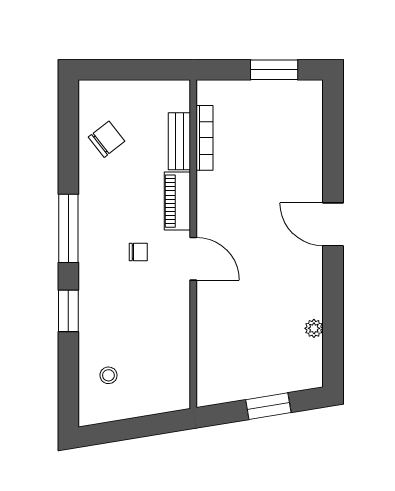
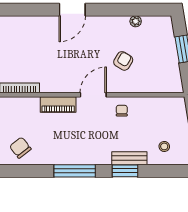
bench: (179, 141) -> (129, 158), moved
chair: (138, 252) -> (122, 111), moved
armchair: (249, 308) -> (123, 61), added

